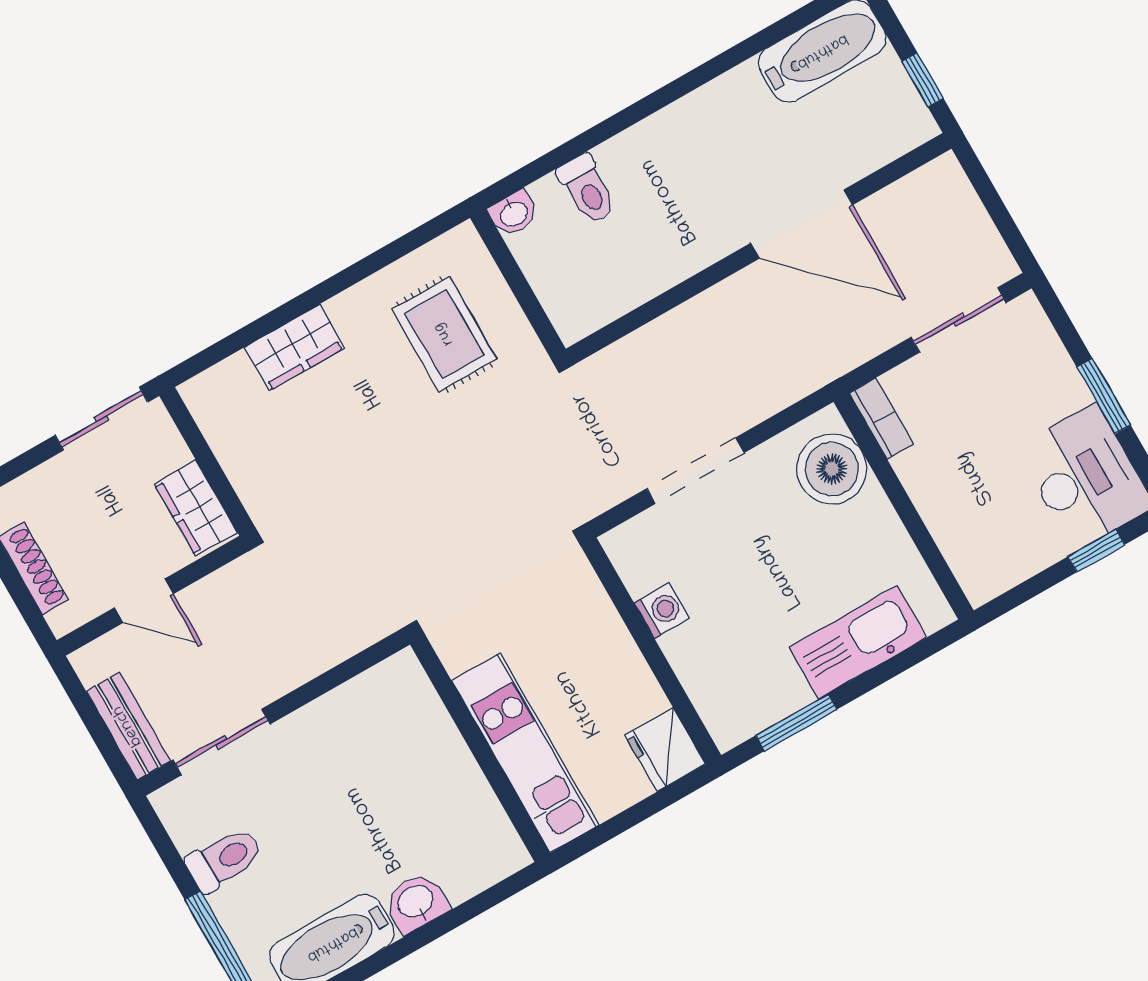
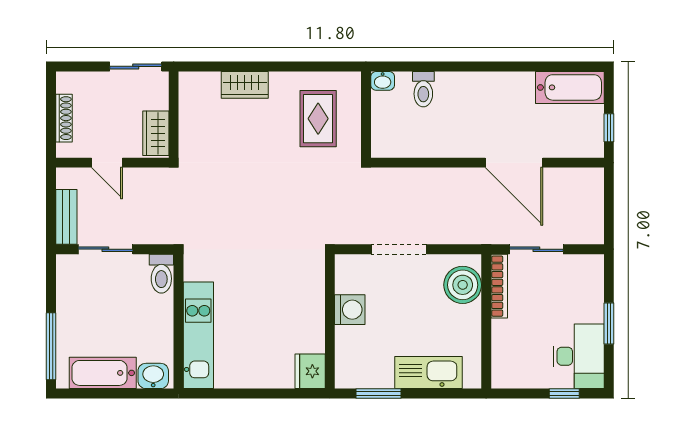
sliding door: (959, 320) -> (536, 249), moved
bookcase: (881, 419) -> (499, 286), width x1.56
washing machine: (662, 611) -> (350, 310), width x1.38, depth x1.38
wall: (480, 749) -> (178, 321), moved
kitchen unit: (525, 753) -> (198, 335), moved
toilet: (224, 859) -> (161, 274), moved, turned 90

